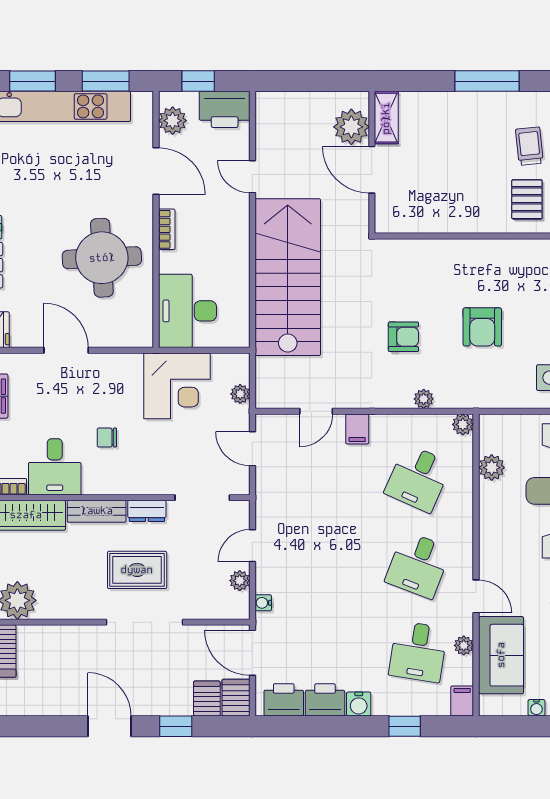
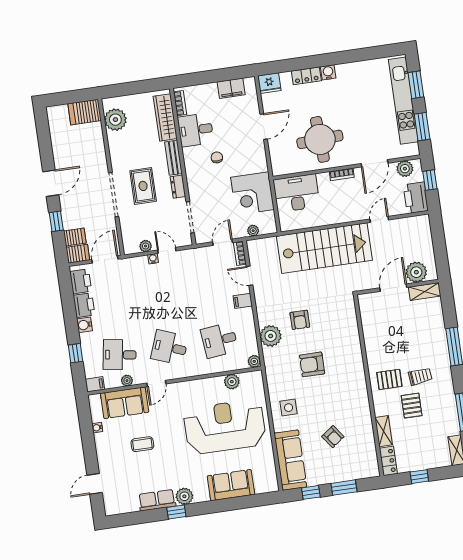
plant: (424, 399) -> (271, 336), width x1.88, depth x1.88
bookcase: (275, 422) -> (240, 253), added
desk: (418, 478) -> (220, 340), turned -30
water cooler: (263, 603) -> (153, 259), moved

